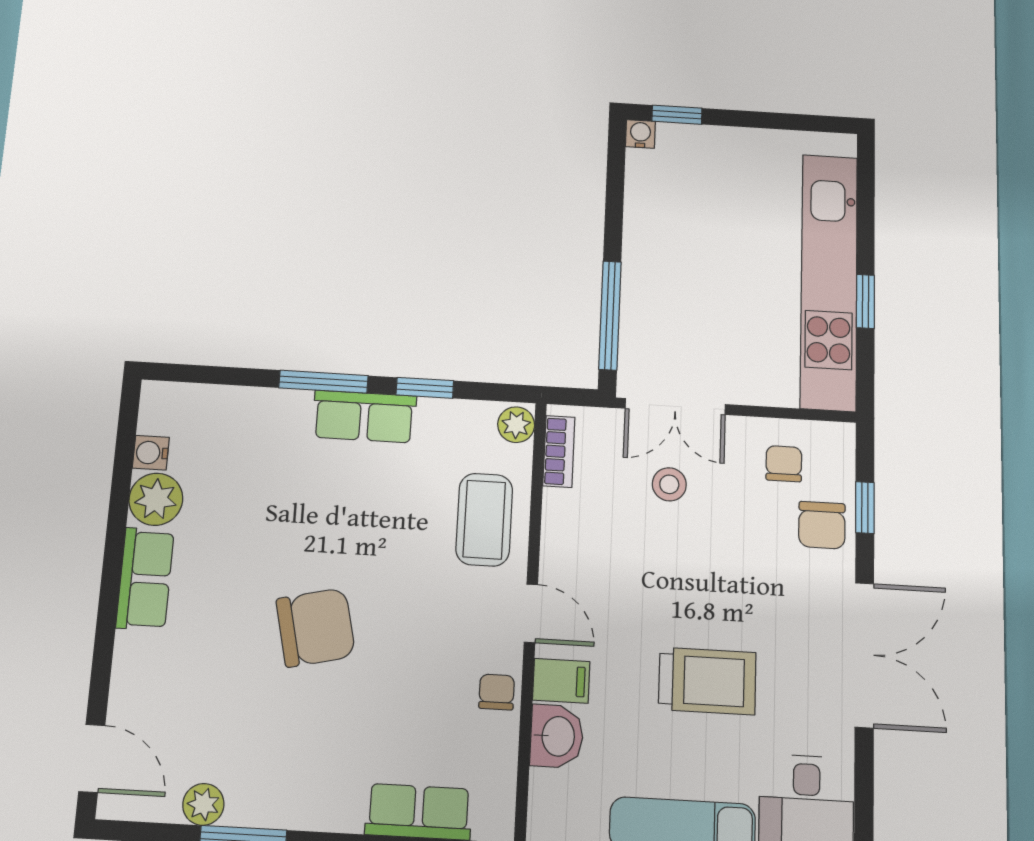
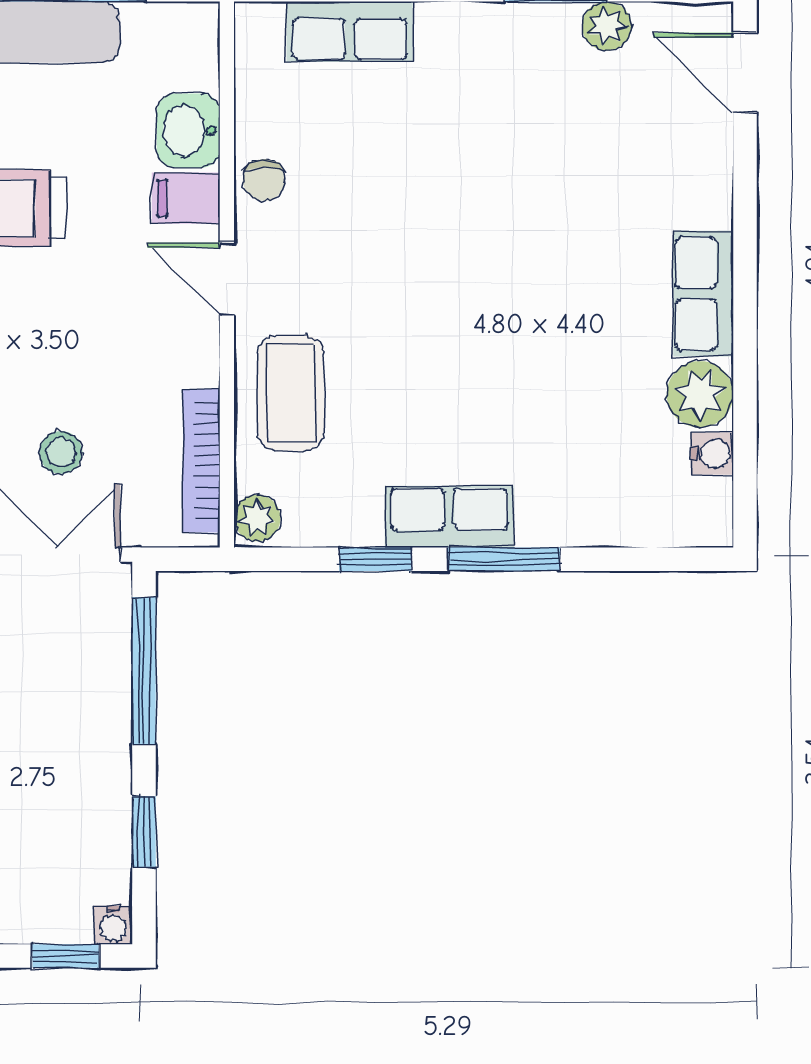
window: (615, 199) -> (144, 832), added
bookcase: (559, 451) -> (202, 461), width x1.56
chair: (316, 627) -> (490, 246), removed

